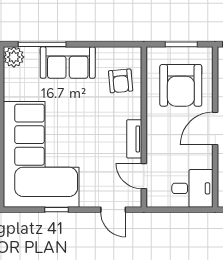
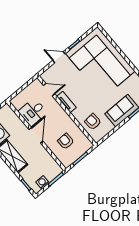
armchair: (181, 85) -> (66, 141), width x0.53, depth x0.53
desk: (192, 188) -> (33, 112), moved
door: (113, 210) -> (59, 57), moved

